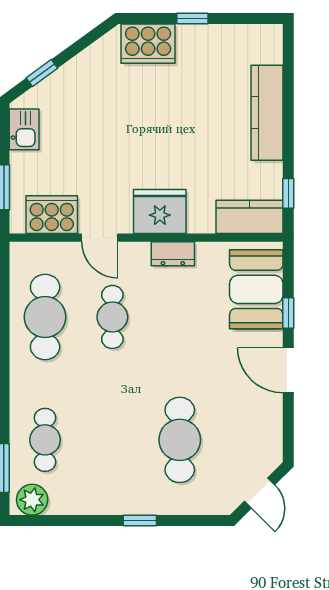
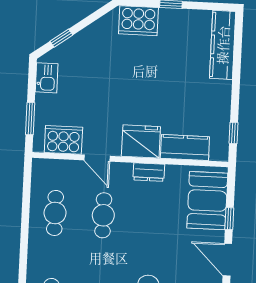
kitchen counter: (267, 113) -> (223, 45), moved
kitchen counter: (249, 217) -> (185, 147), moved
cafe table: (45, 317) -> (55, 213), width x0.73, depth x0.74

